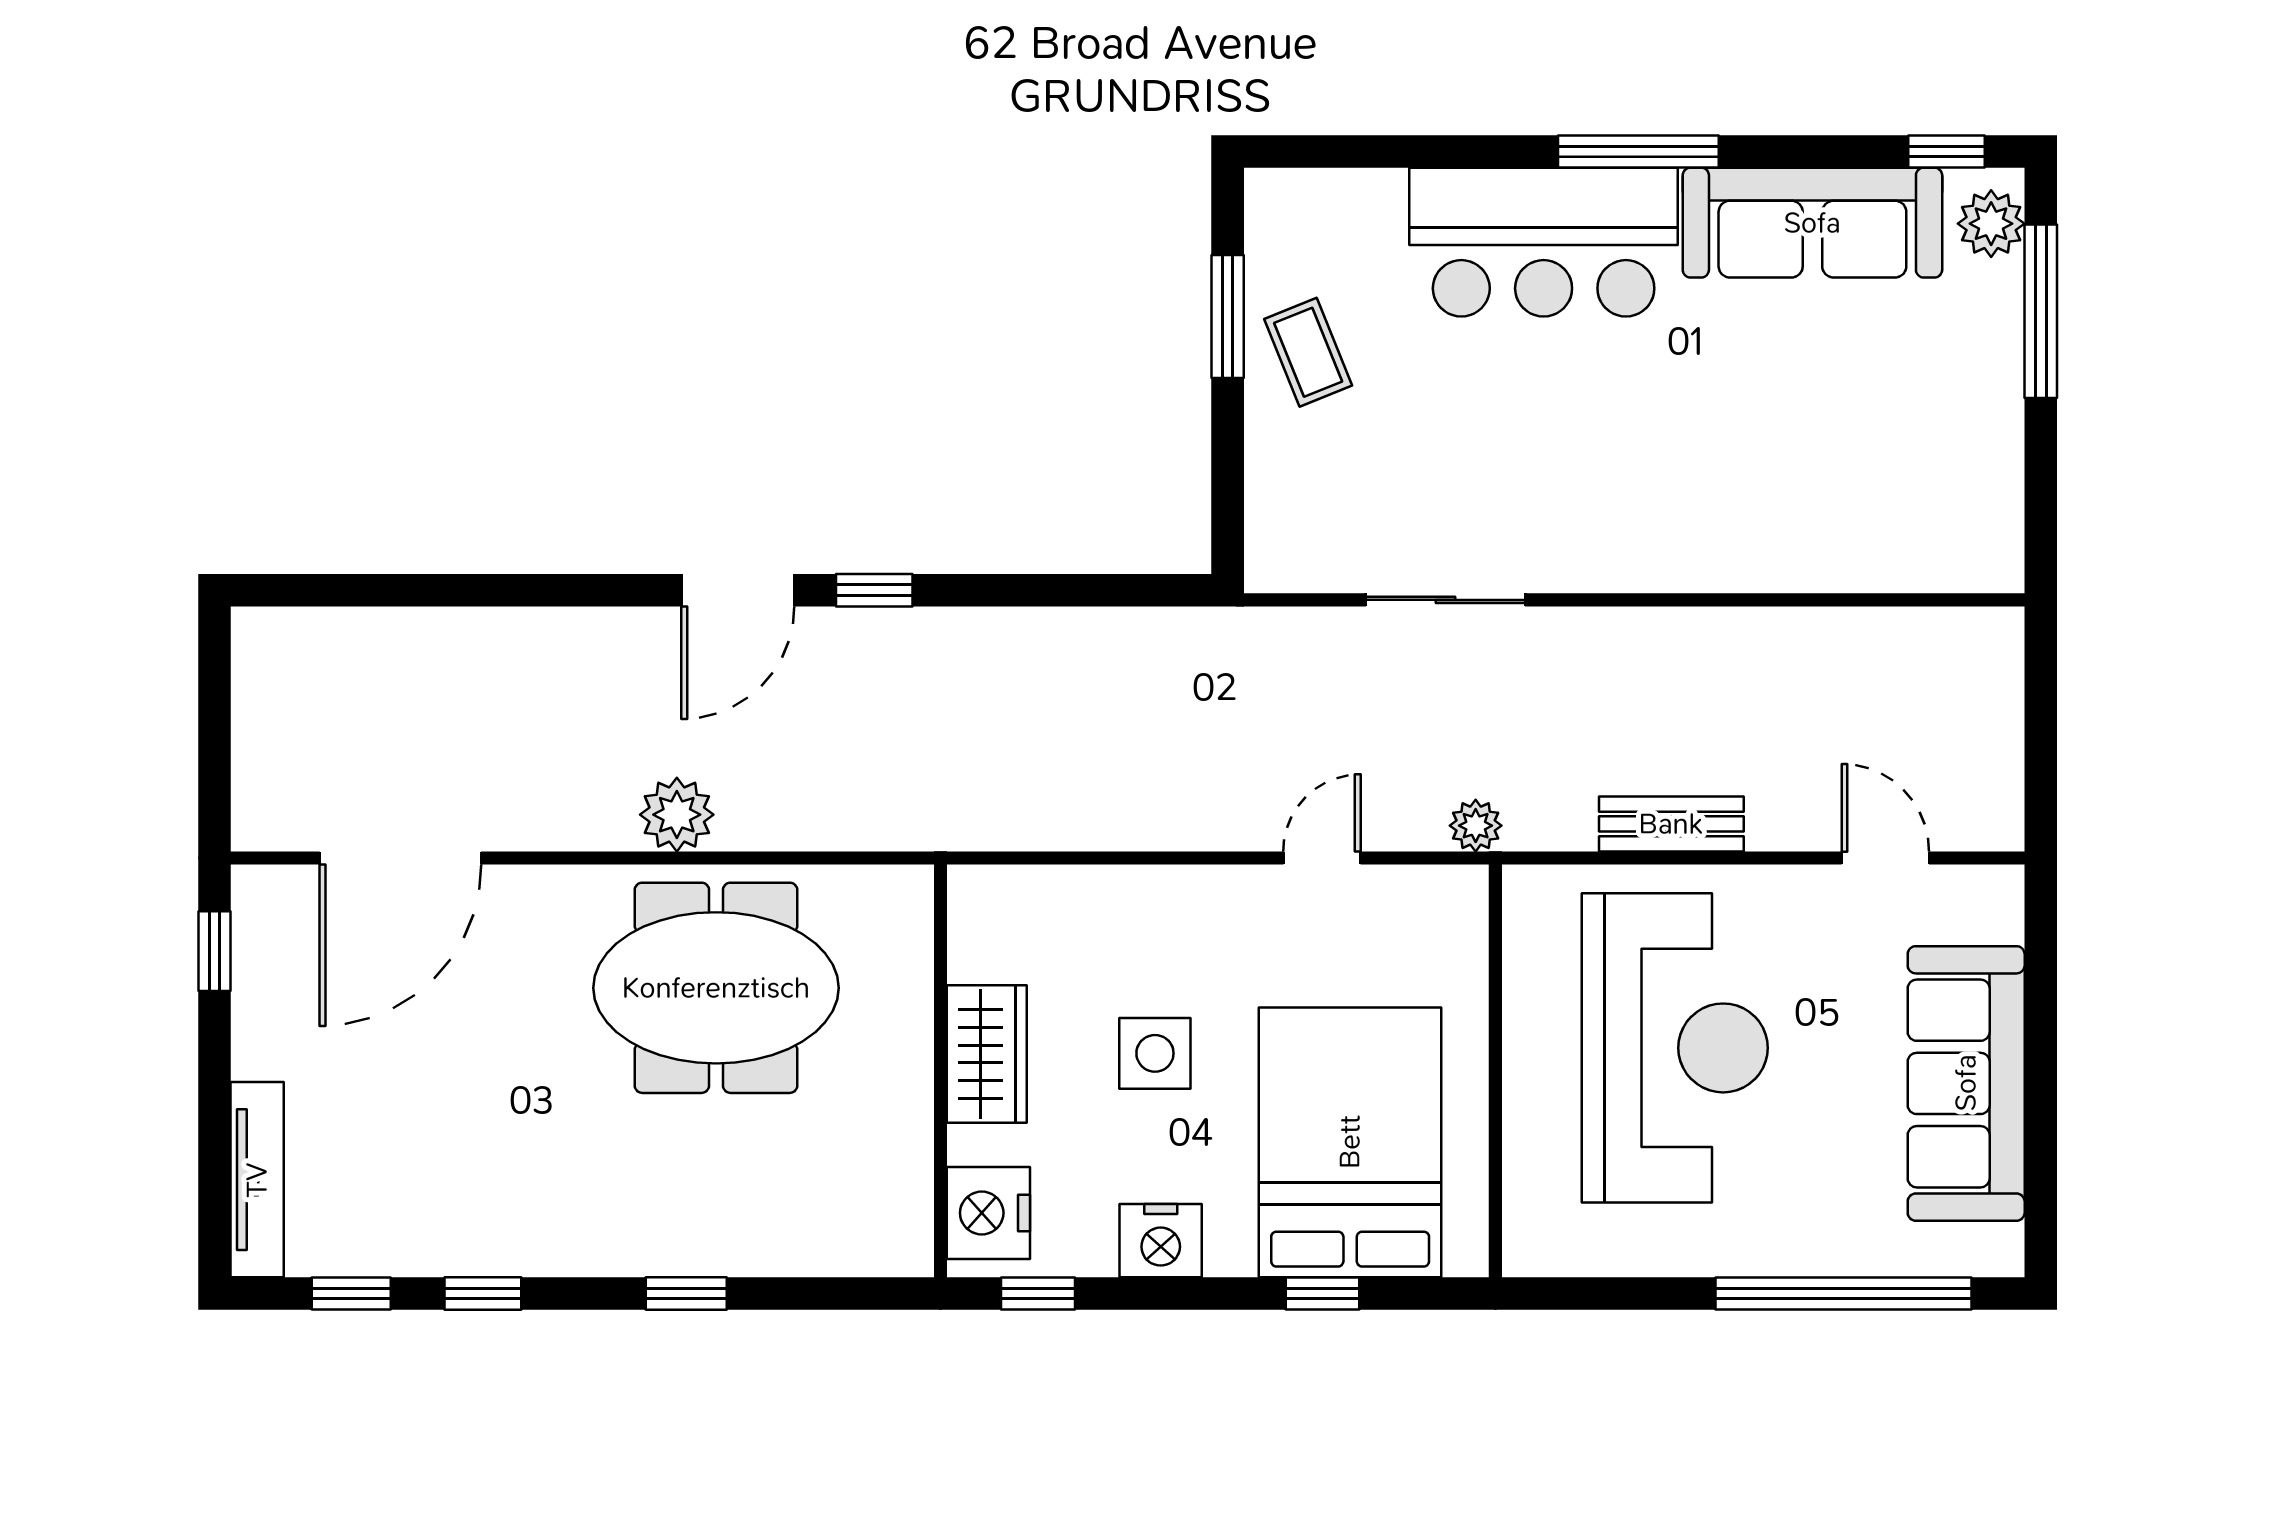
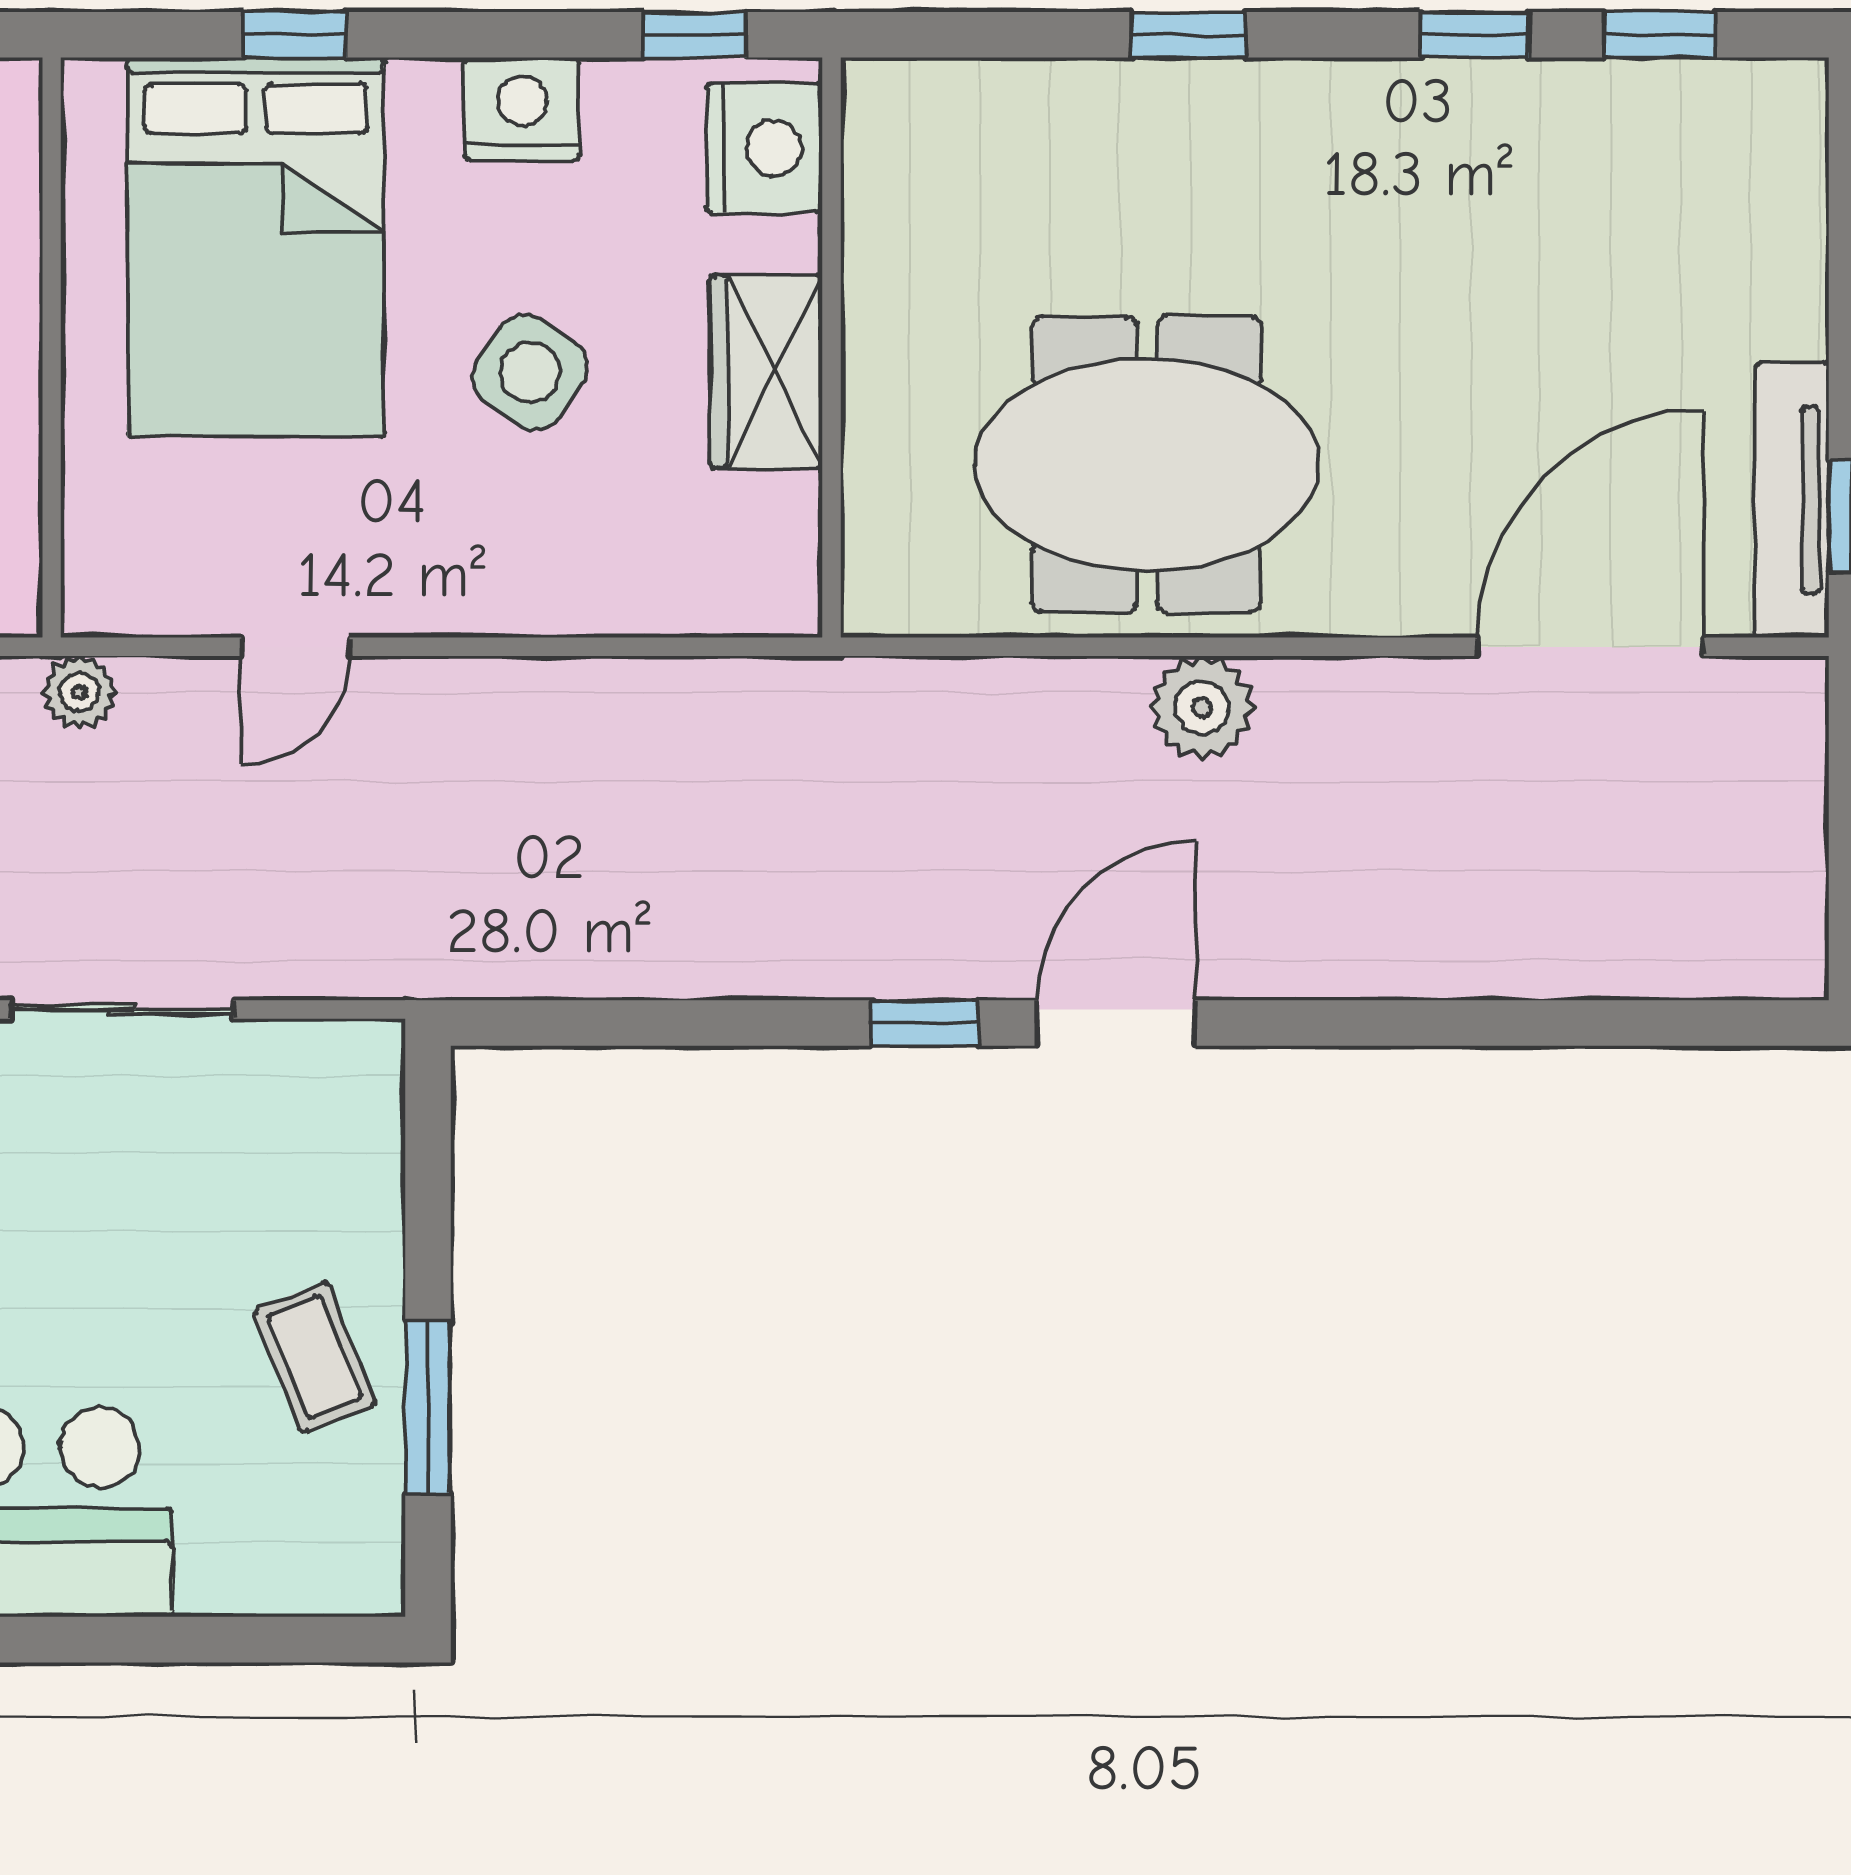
side table: (1155, 1053) -> (530, 372), turned 34
tv unit: (257, 1180) -> (1792, 500), moved

